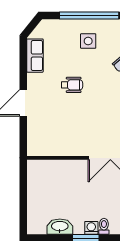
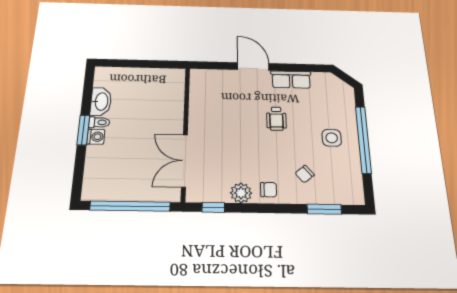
row of seats: (35, 56) -> (291, 80), moved
toilet: (104, 226) -> (99, 122), moved

